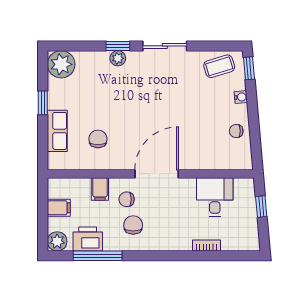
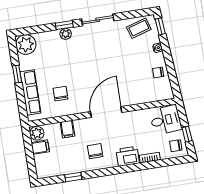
row of seats: (57, 131) -> (30, 92), width x1.48
desk: (215, 197) -> (166, 120), moved, turned 85
chair: (127, 199) -> (176, 146), moved
window: (261, 206) -> (187, 134), moved
printer: (88, 239) -> (128, 156), moved
plant: (57, 241) -> (37, 133), moved
window: (98, 256) -> (73, 177), width x0.46

